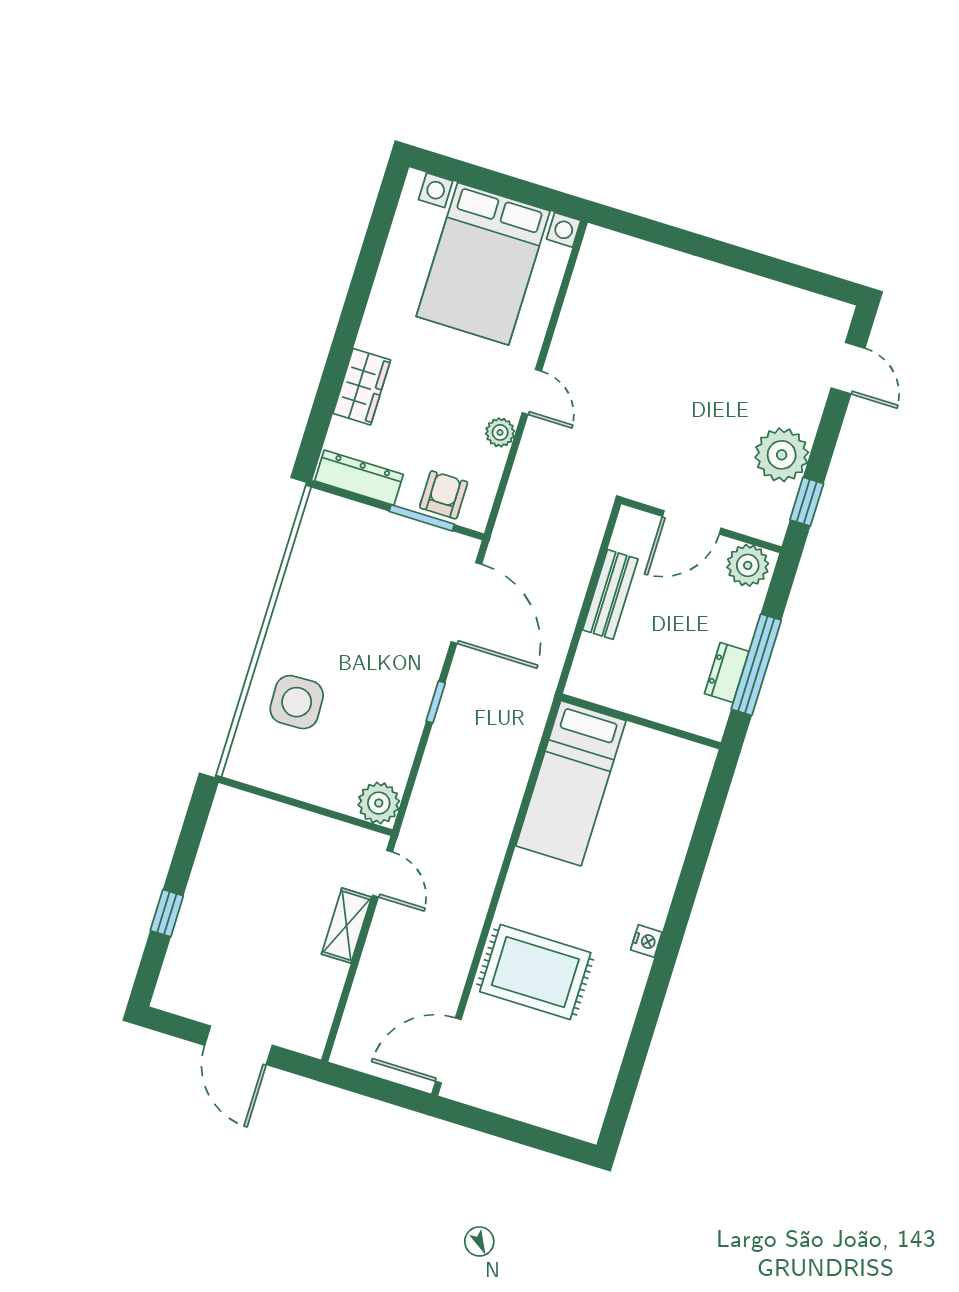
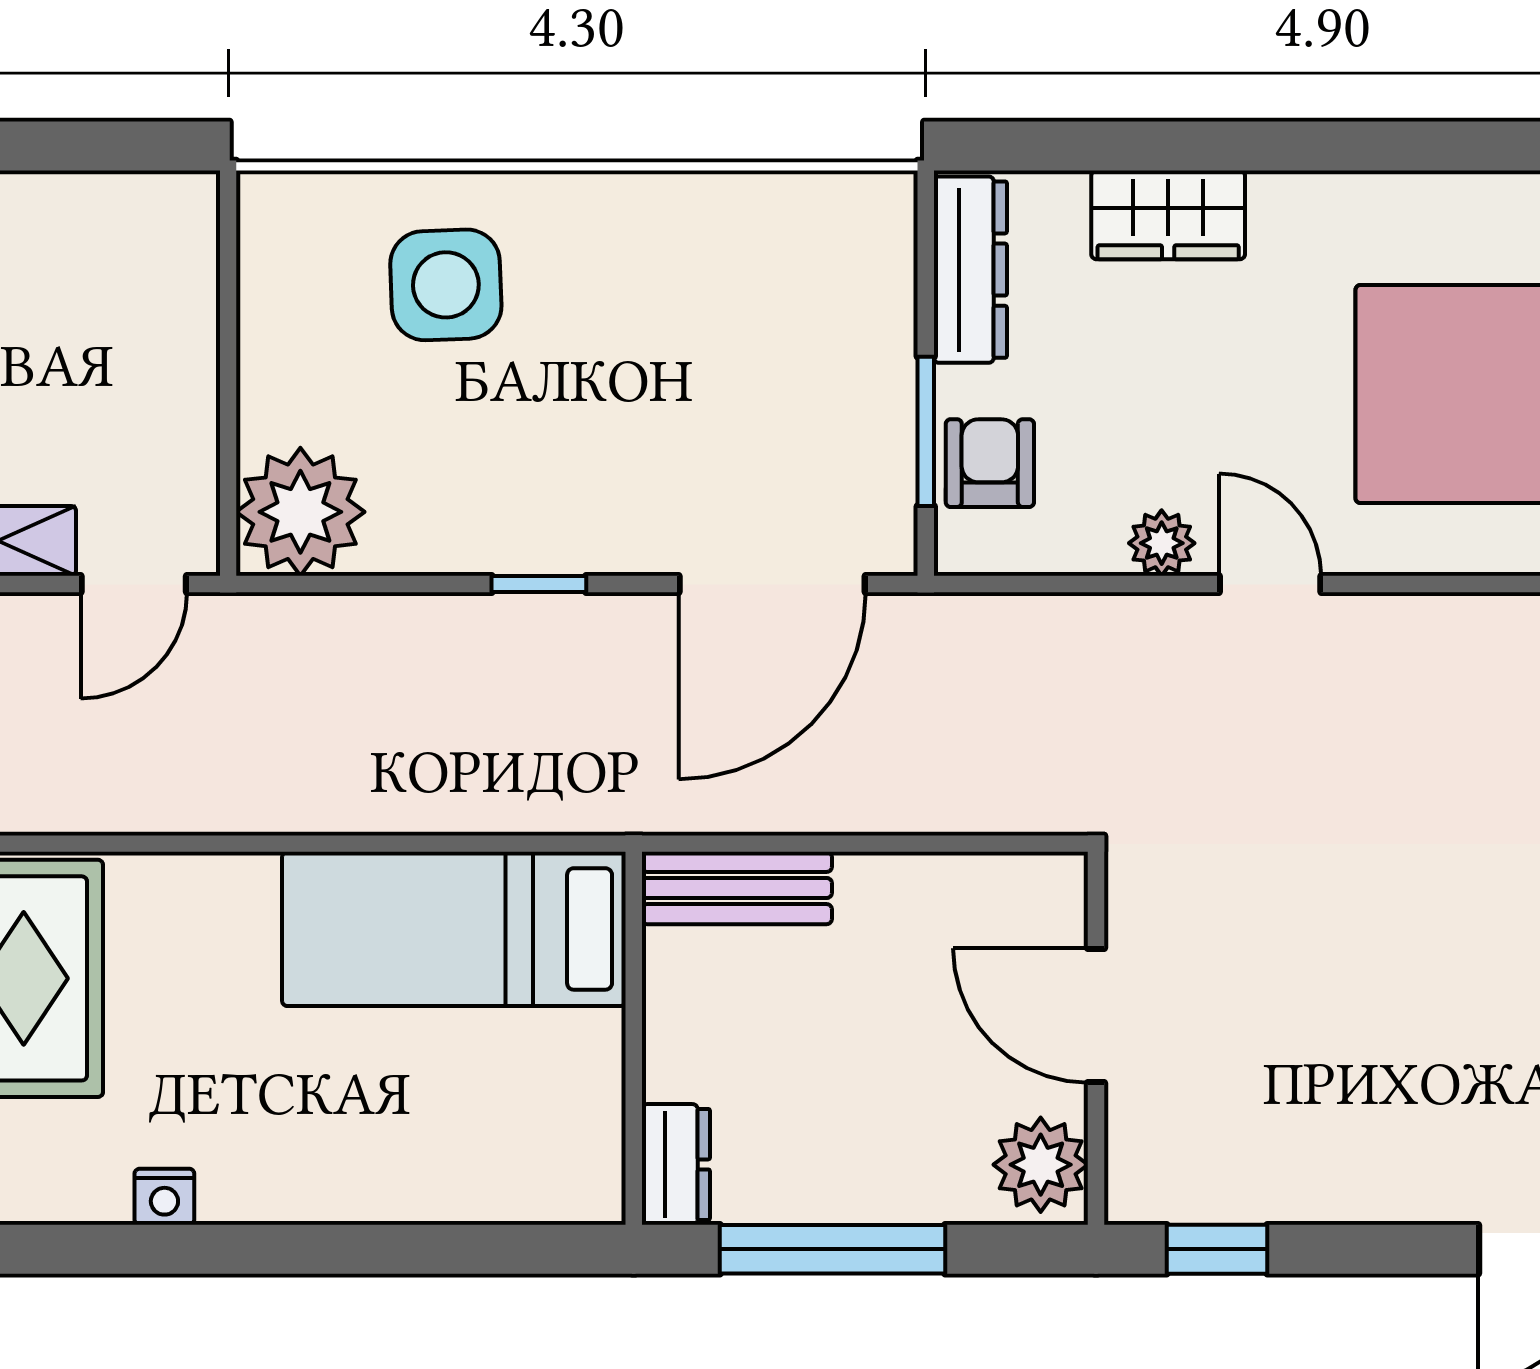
door: (532, 392) -> (1270, 584), swing flipped
plant: (782, 455) -> (1301, 1164), removed
armchair: (444, 495) -> (990, 463), turned -90
bench: (610, 594) -> (737, 888), moved
dresser: (727, 673) -> (676, 1164), moved, turned 90
plant: (379, 803) -> (300, 512), width x1.36, depth x1.36

